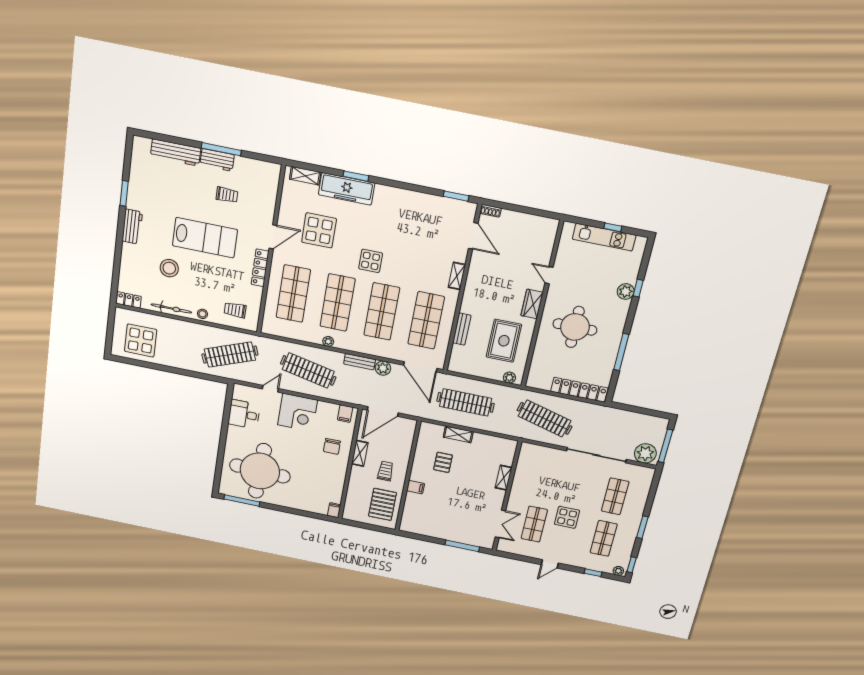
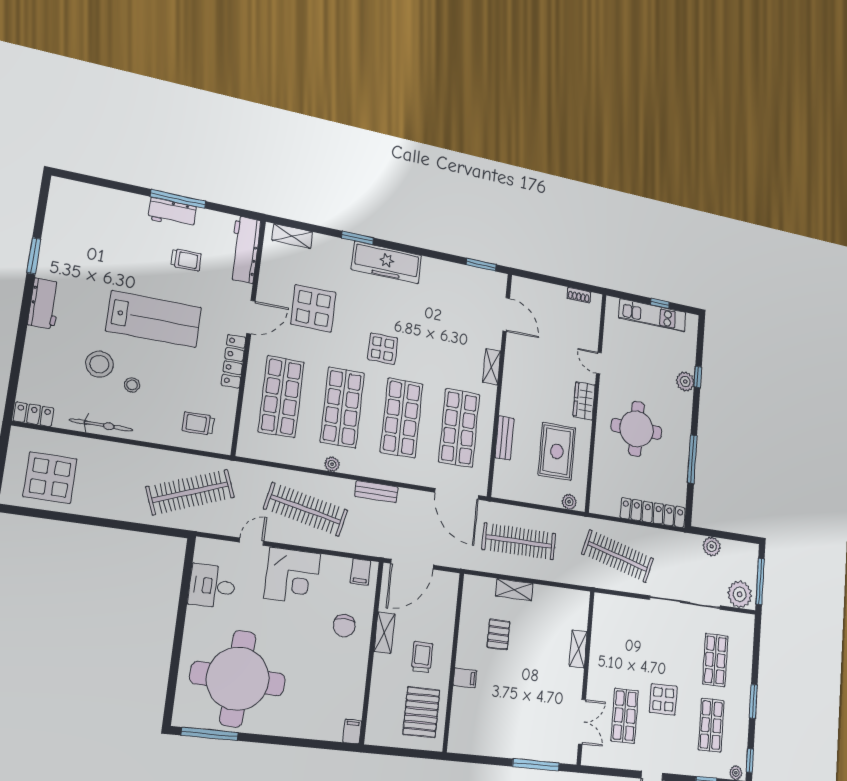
workbench: (176, 152) -> (245, 250), moved, turned 90
freezer: (347, 189) -> (387, 262), moved
shoe rack: (491, 211) -> (579, 295), moved
stool: (202, 314) -> (132, 385), moved
plant: (383, 368) -> (712, 547), moved

